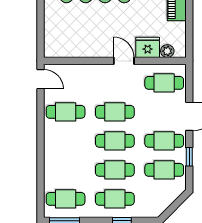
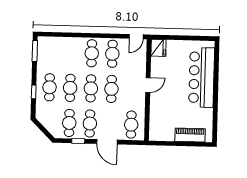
fridge: (148, 47) -> (158, 48), moved
plant: (167, 51) -> (154, 127), removed
door: (124, 61) -> (148, 85), moved
cafe table: (66, 199) -> (92, 53), moved

